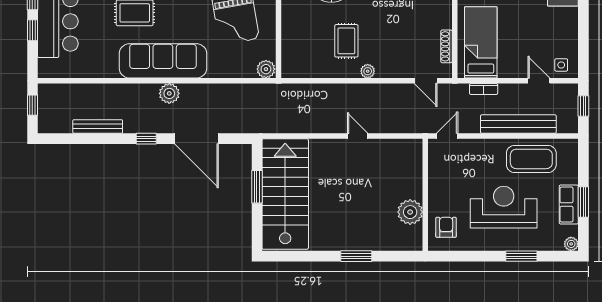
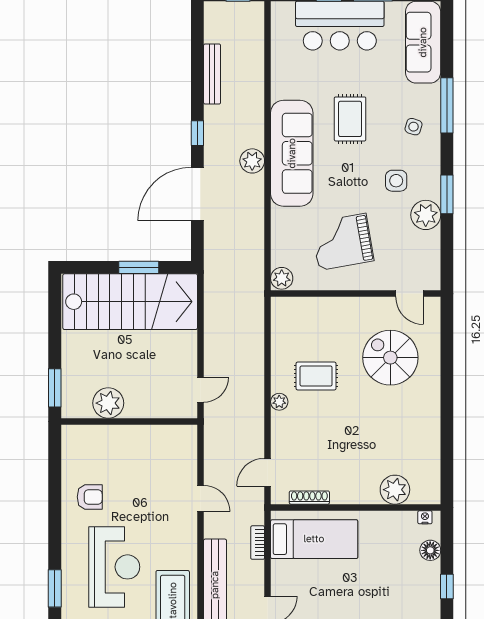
wall: (425, 195) -> (129, 421), moved
plant: (410, 212) -> (108, 403), moved

